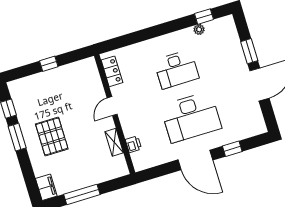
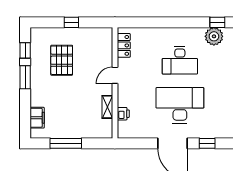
plant: (199, 29) -> (214, 36), width x1.87, depth x1.87
desk: (191, 117) -> (180, 105), turned 180
pallet: (52, 136) -> (62, 60), moved
filing cabinet: (46, 187) -> (37, 118), moved

